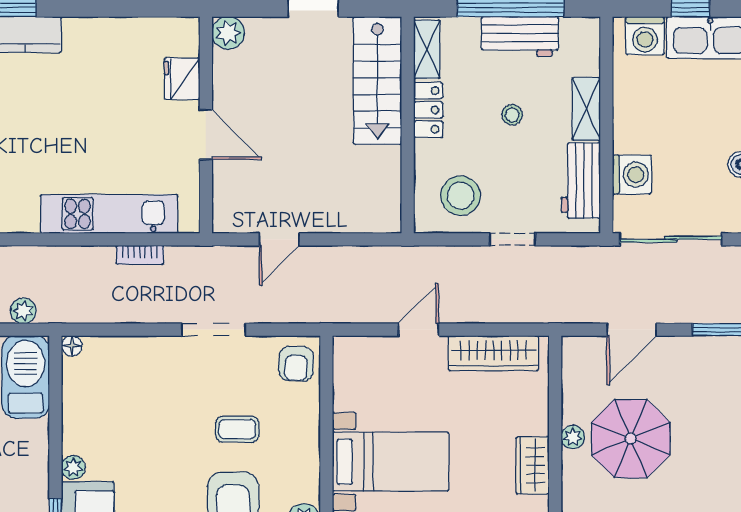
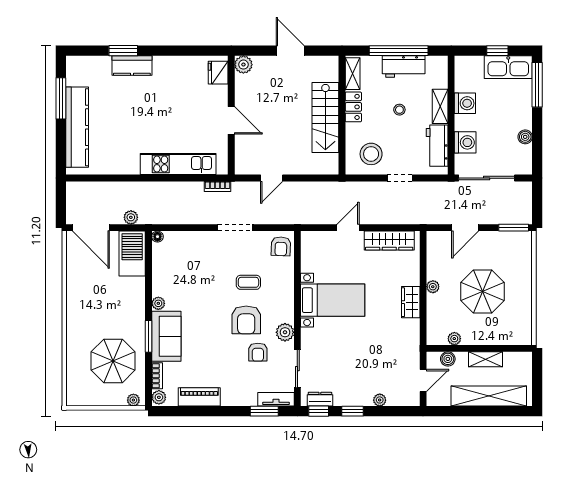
washing machine: (645, 36) -> (465, 103), moved, turned -90
fridge: (182, 79) -> (218, 73), moved
stairs: (377, 80) -> (325, 117), moved
bookcase: (140, 255) -> (218, 187), moved
parasol: (631, 439) -> (482, 291), moved

